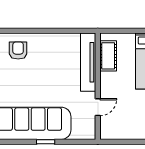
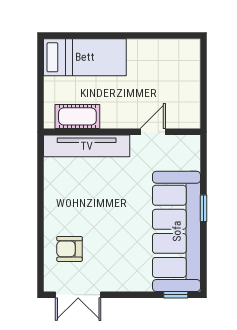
door: (98, 107) -> (153, 132), hinge flipped

